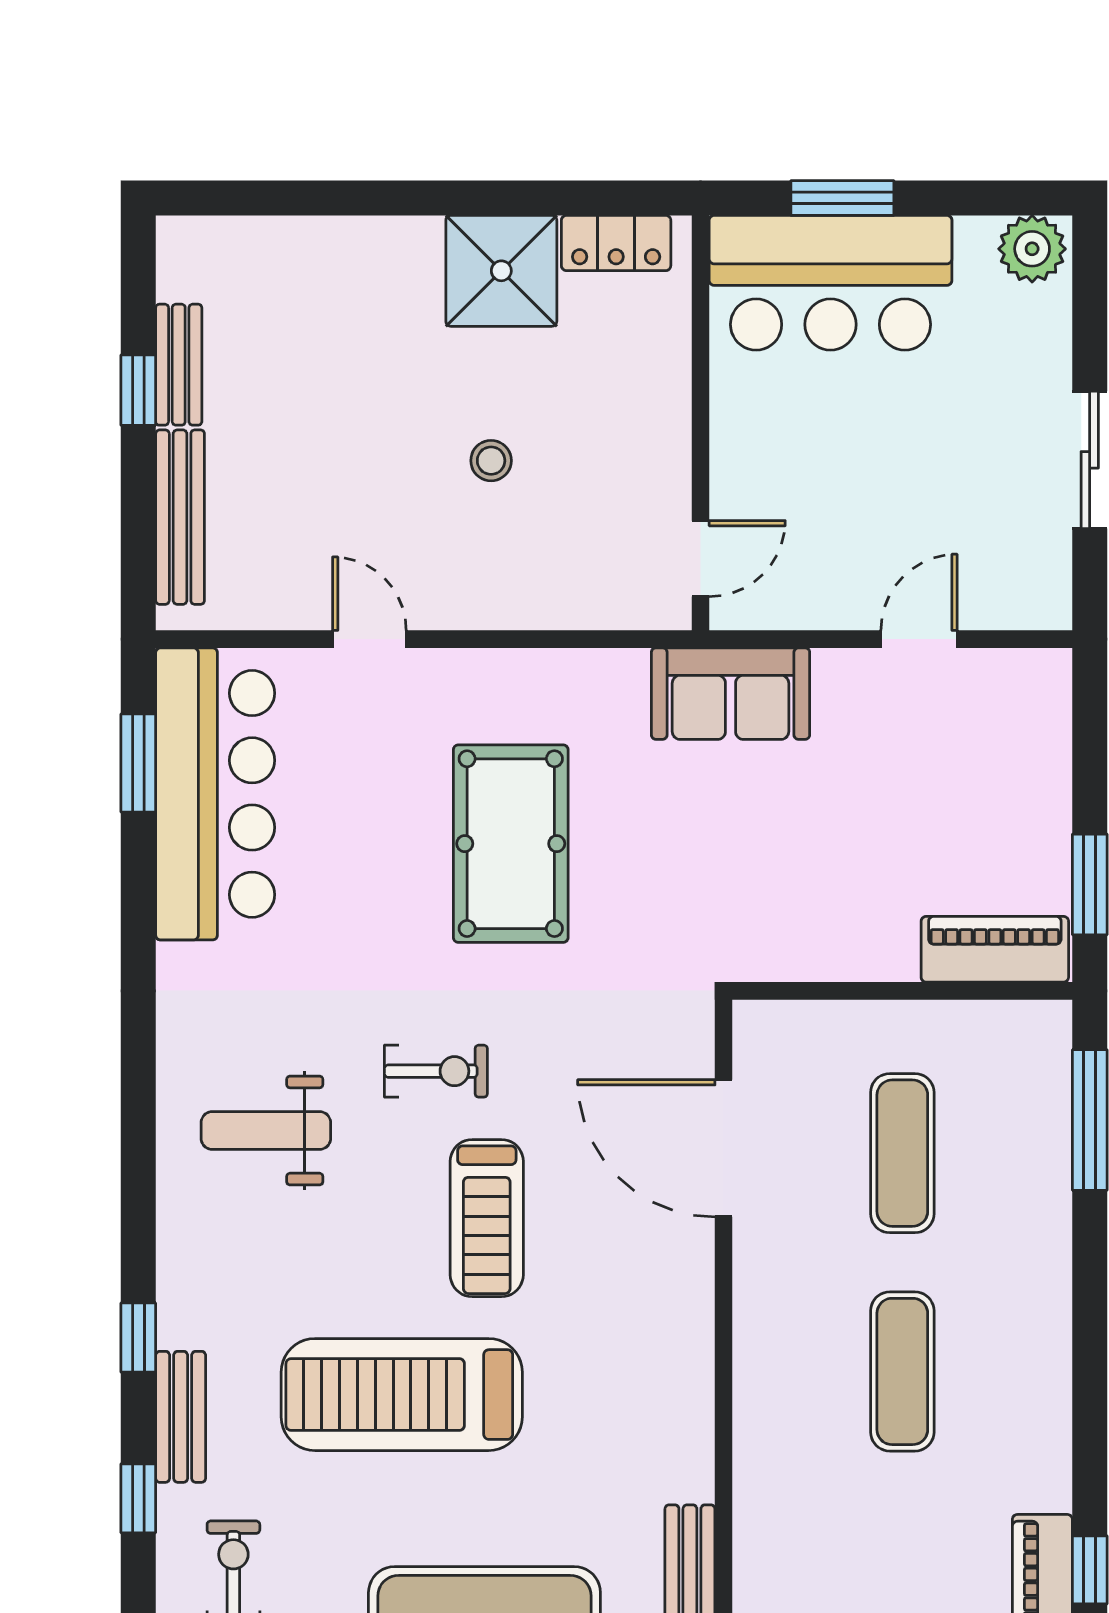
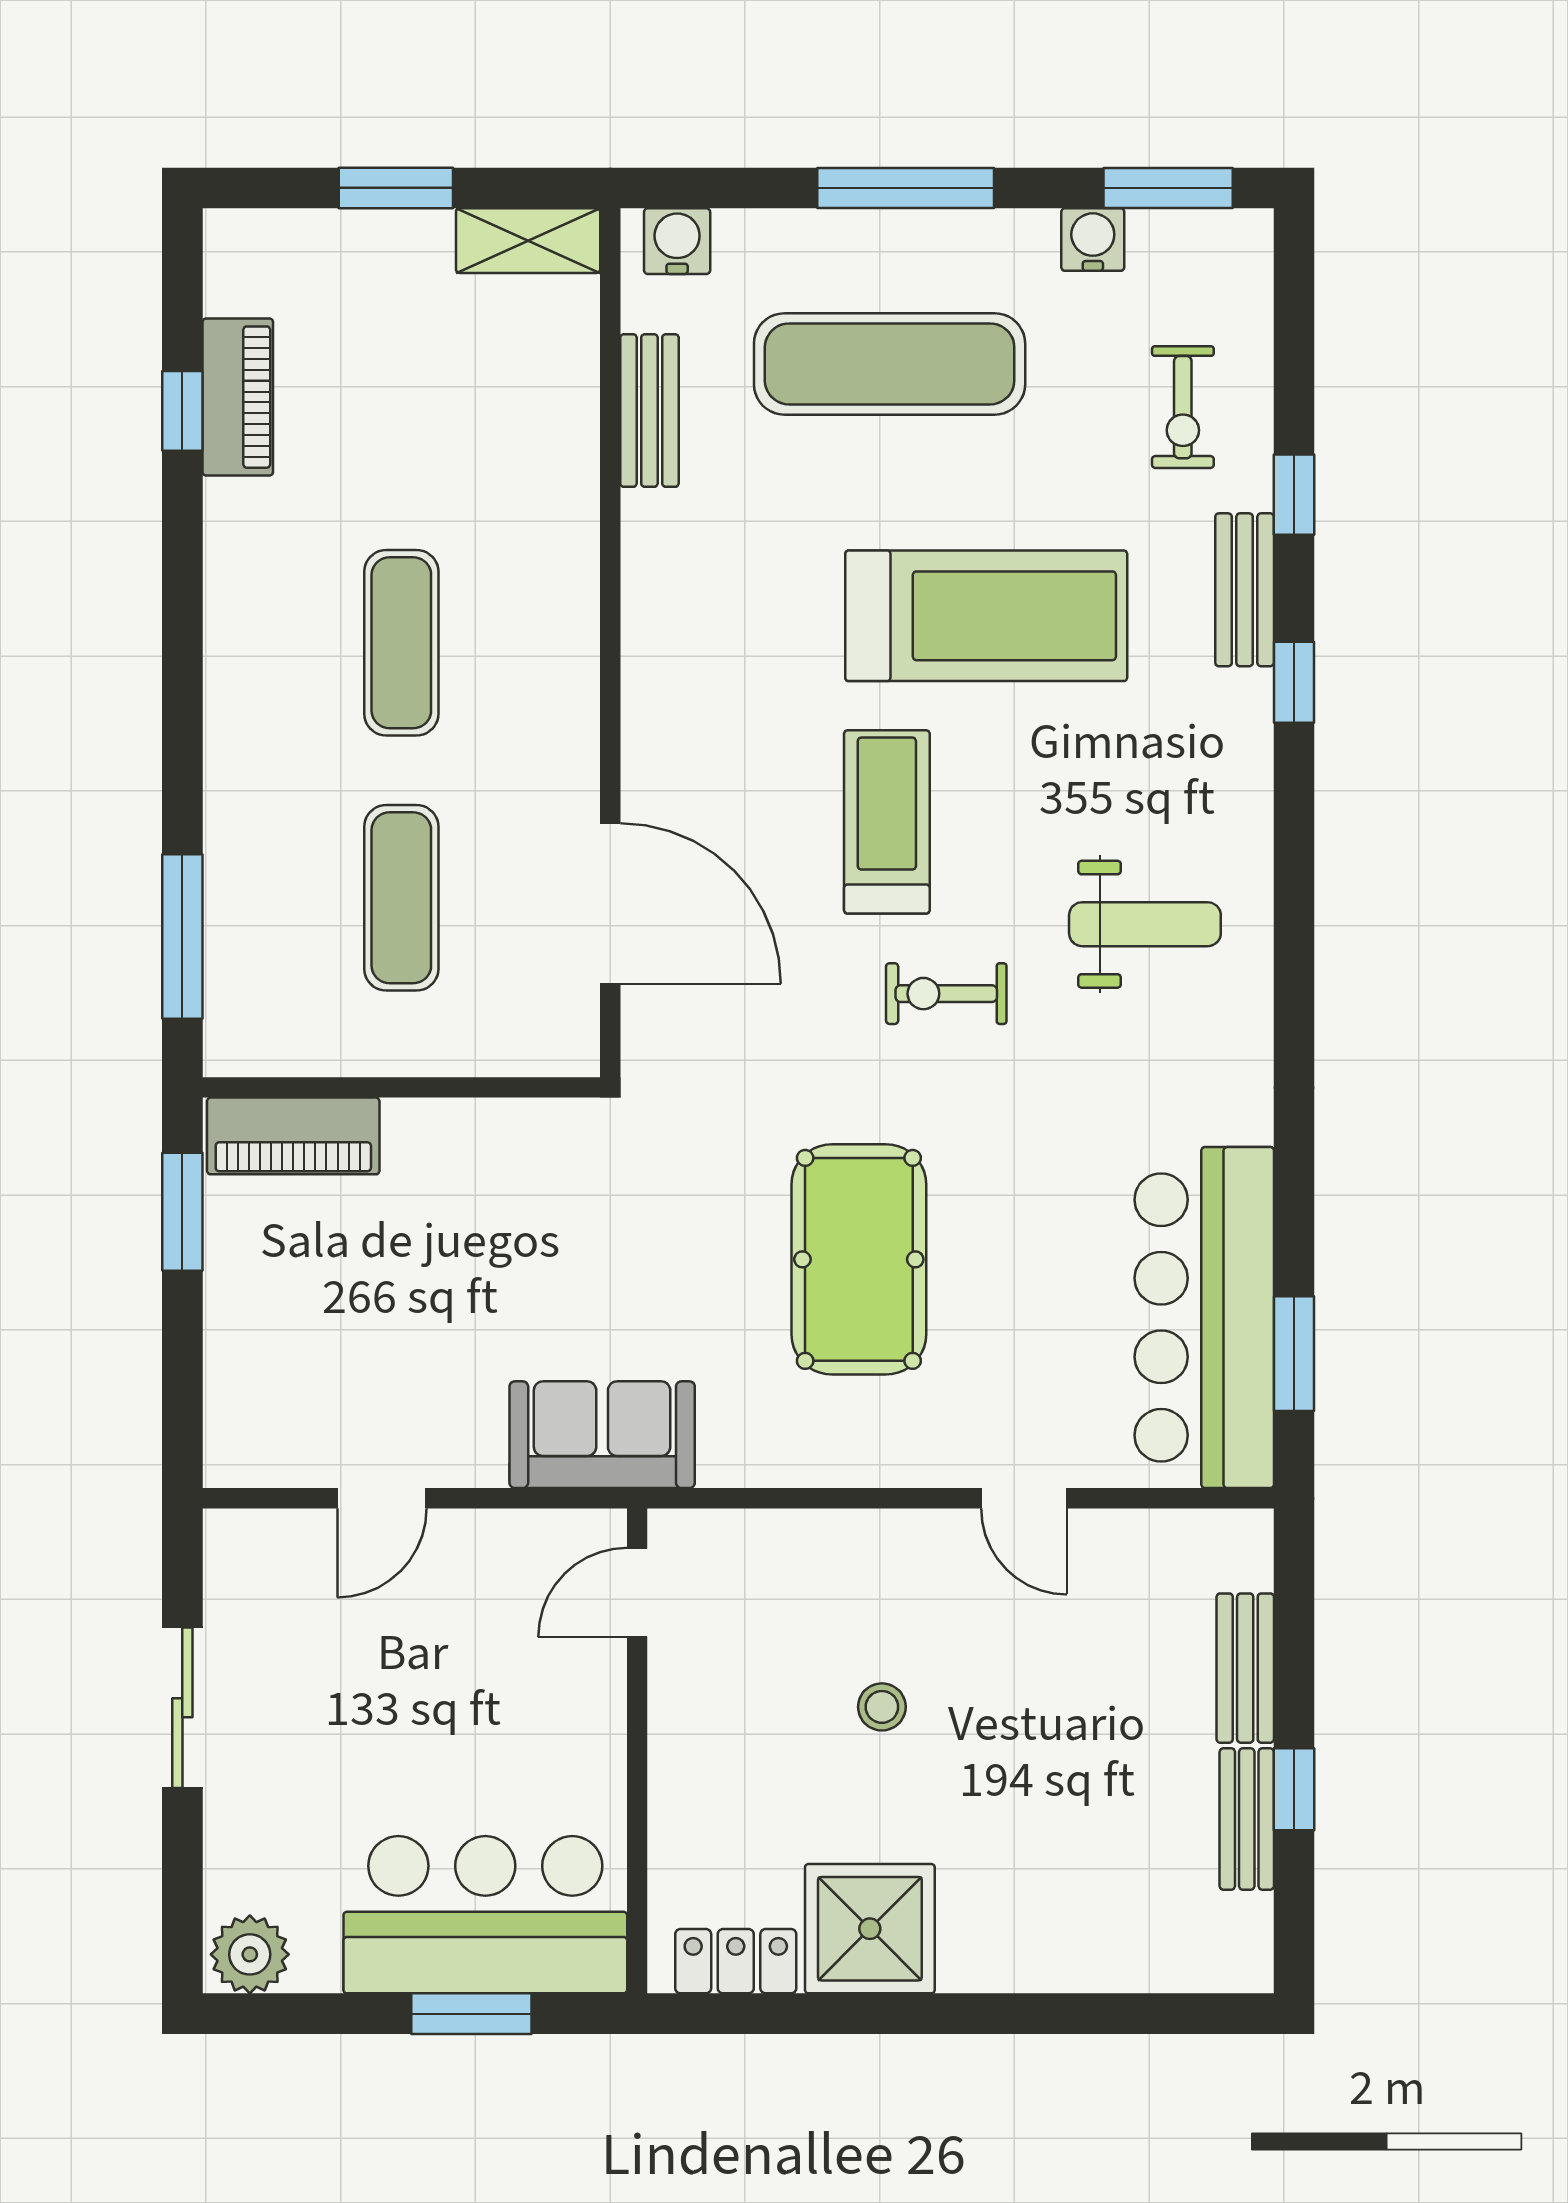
bench: (180, 517) -> (1245, 1668), width x0.73

